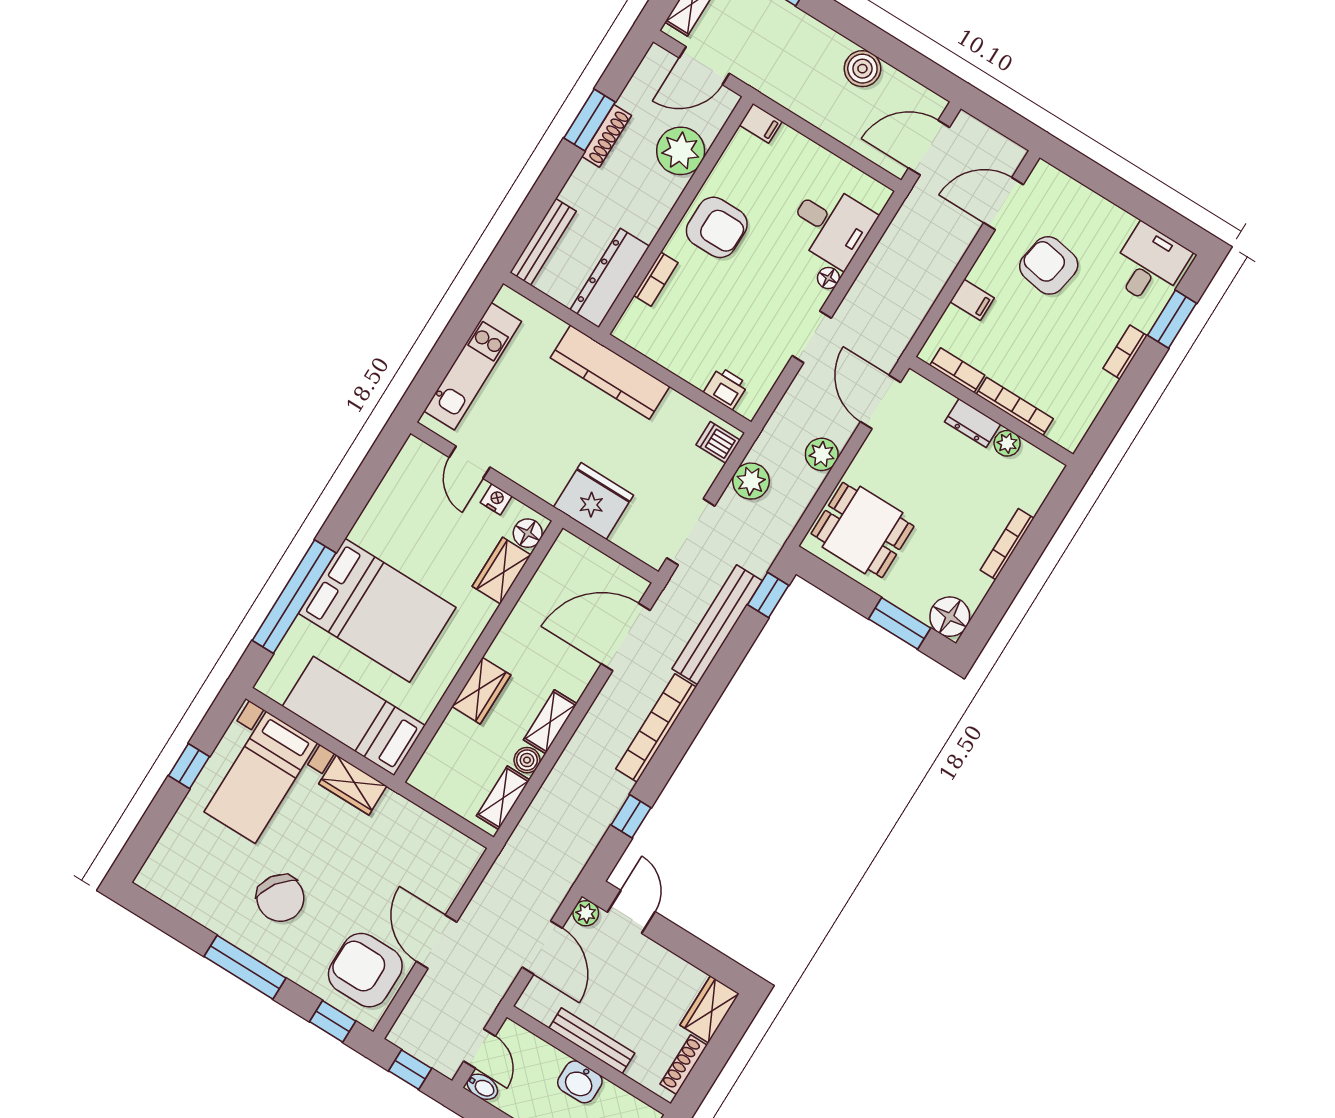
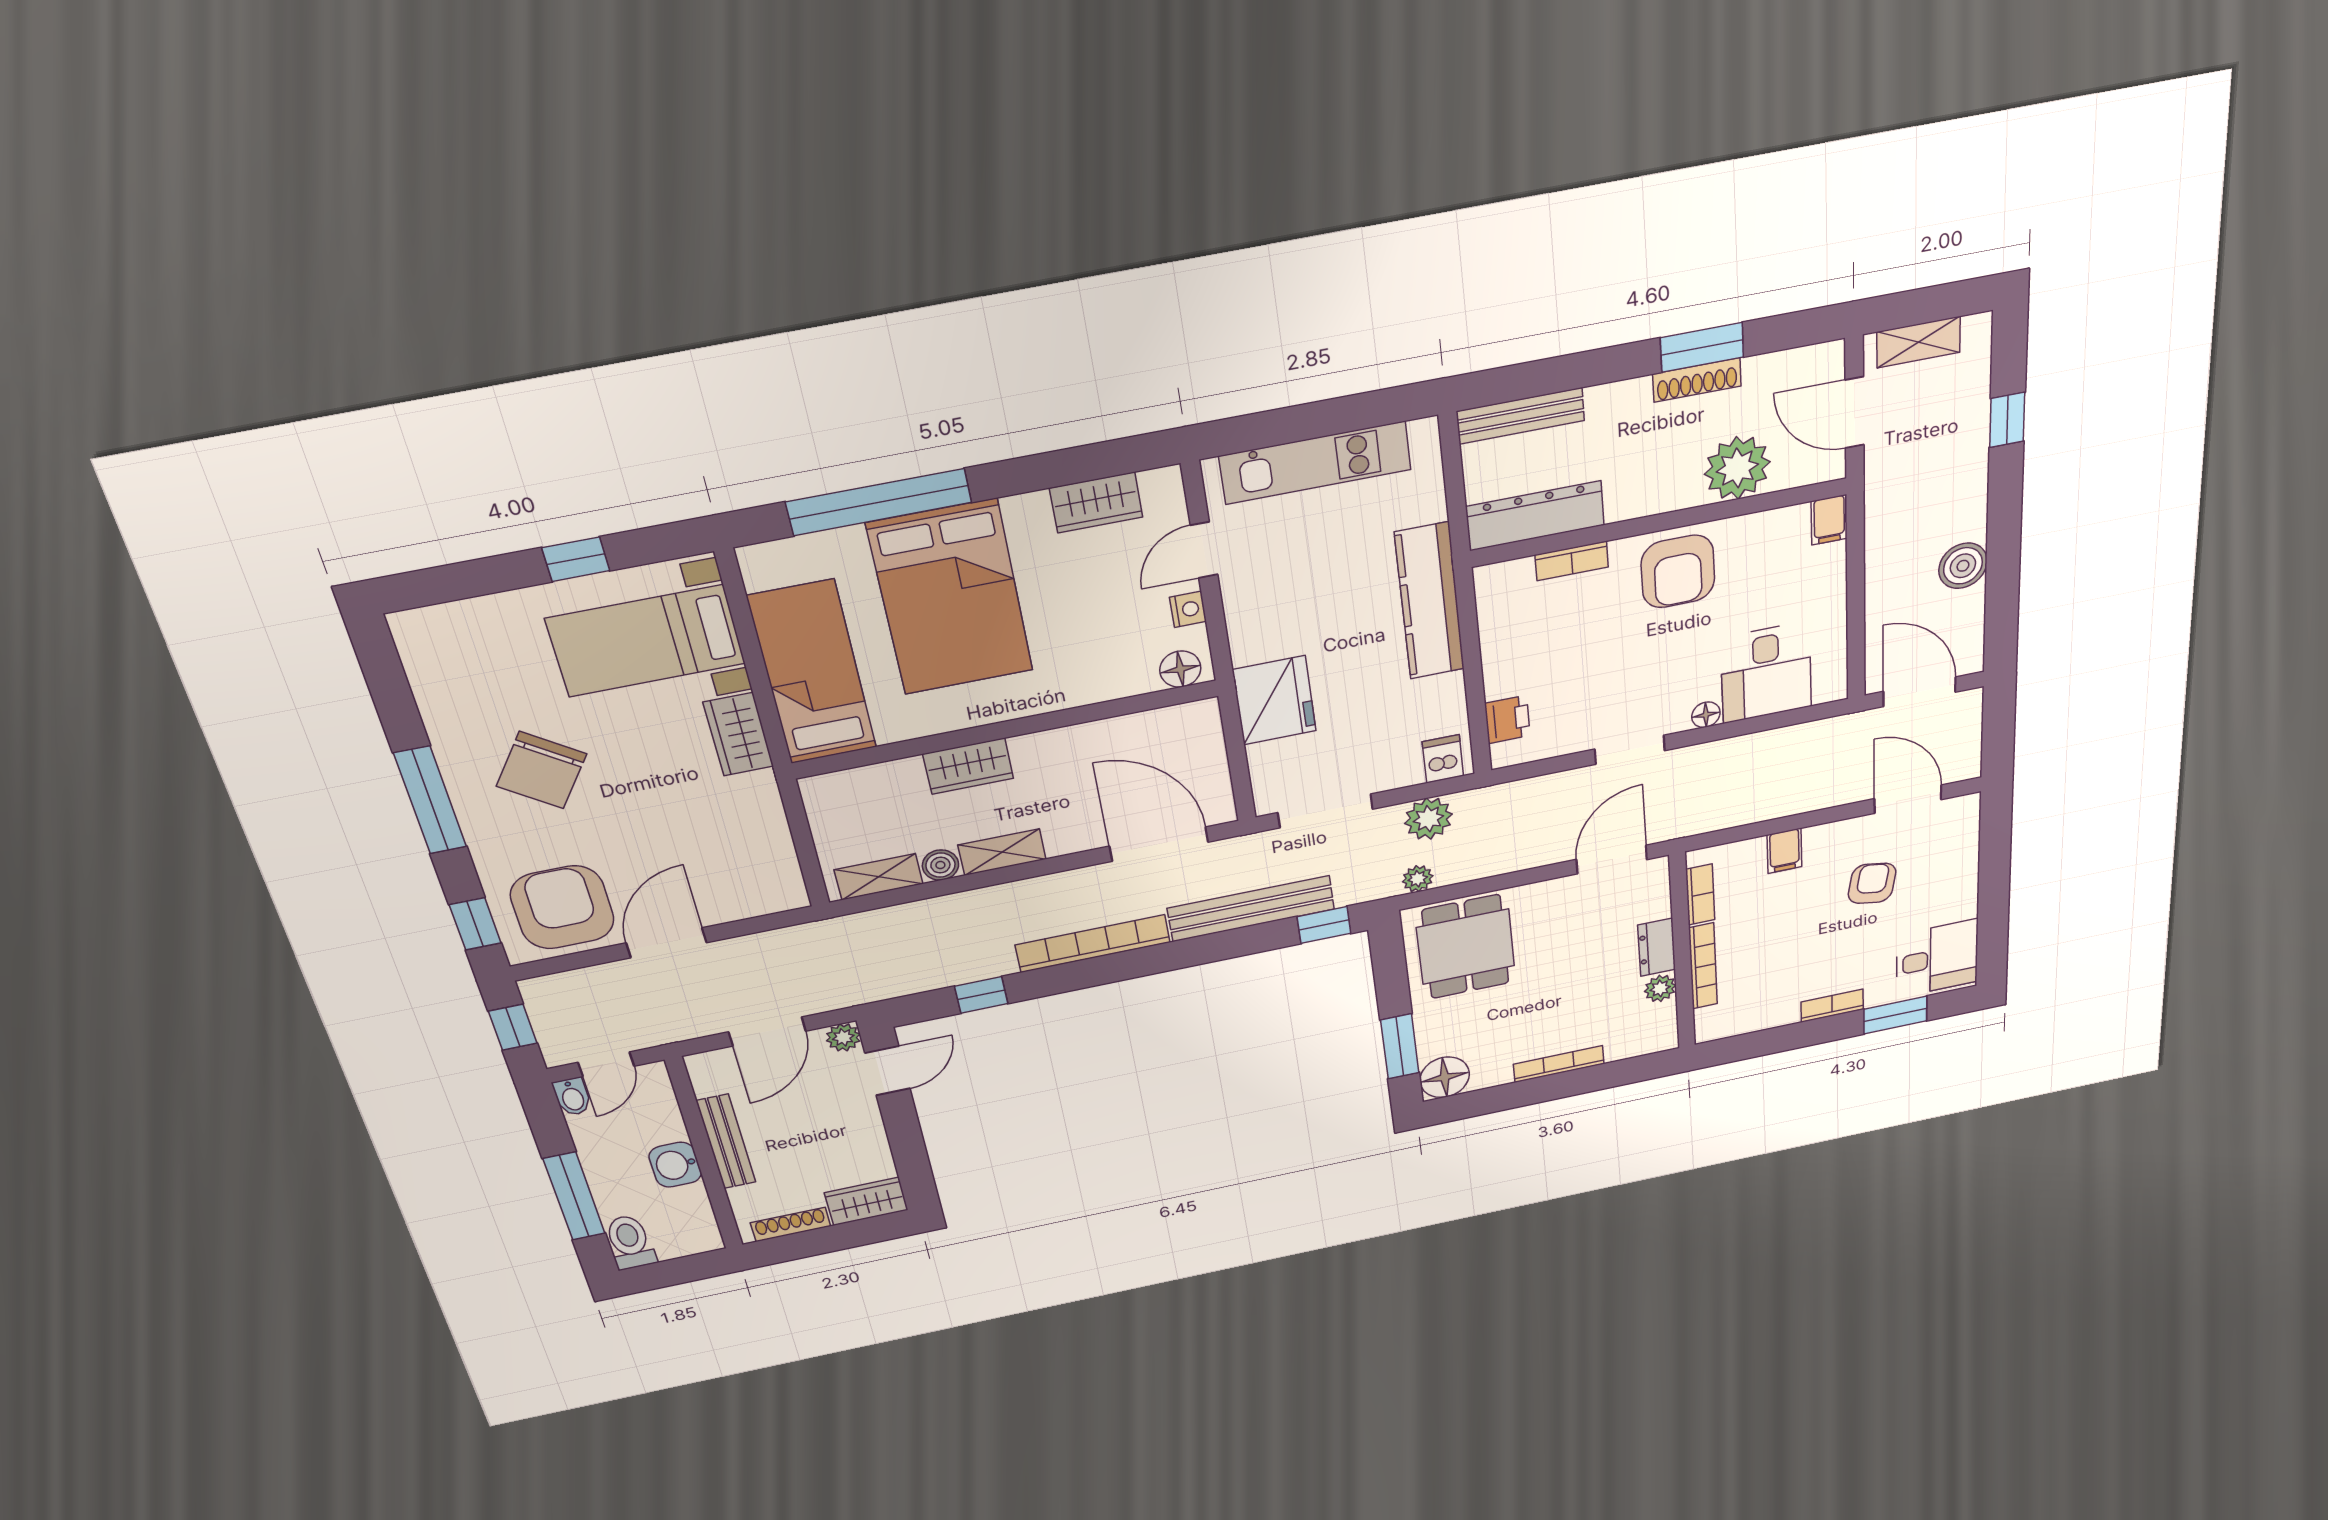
armchair: (1049, 265) -> (1872, 883), width x0.72, depth x0.72
plant: (822, 454) -> (1418, 879), moved, width x0.73, depth x0.73
wardrobe: (502, 571) -> (1096, 503), moved, turned 180

